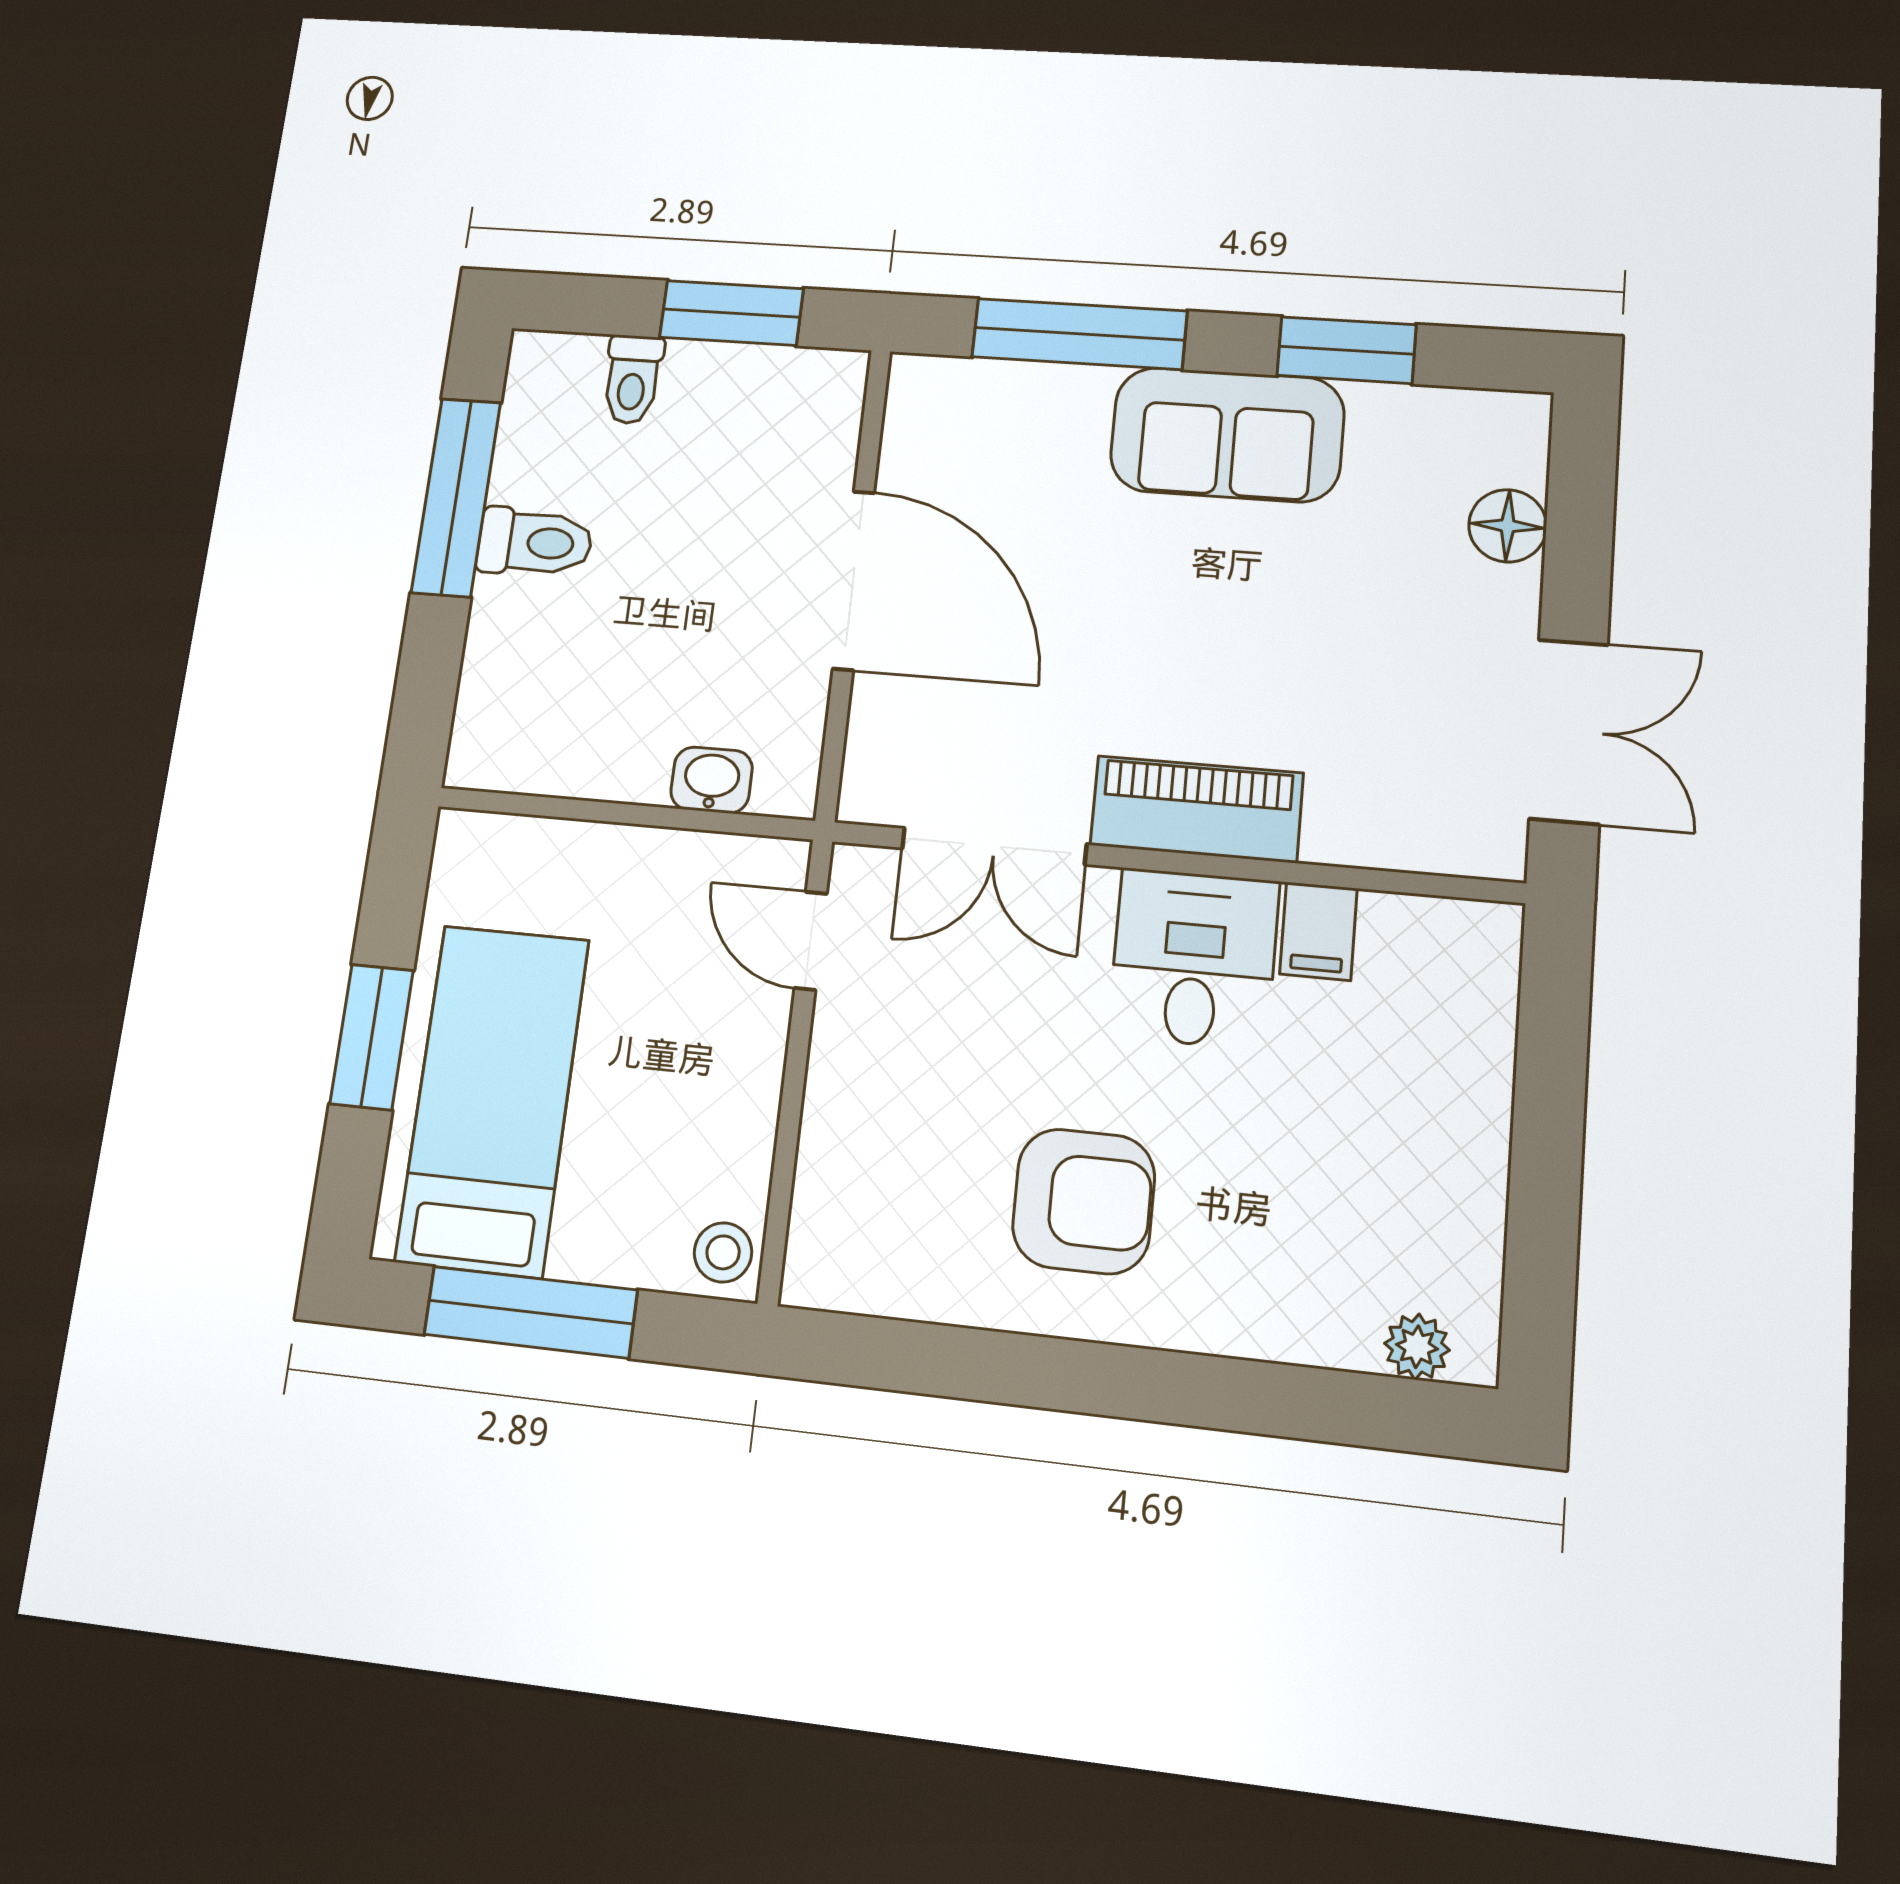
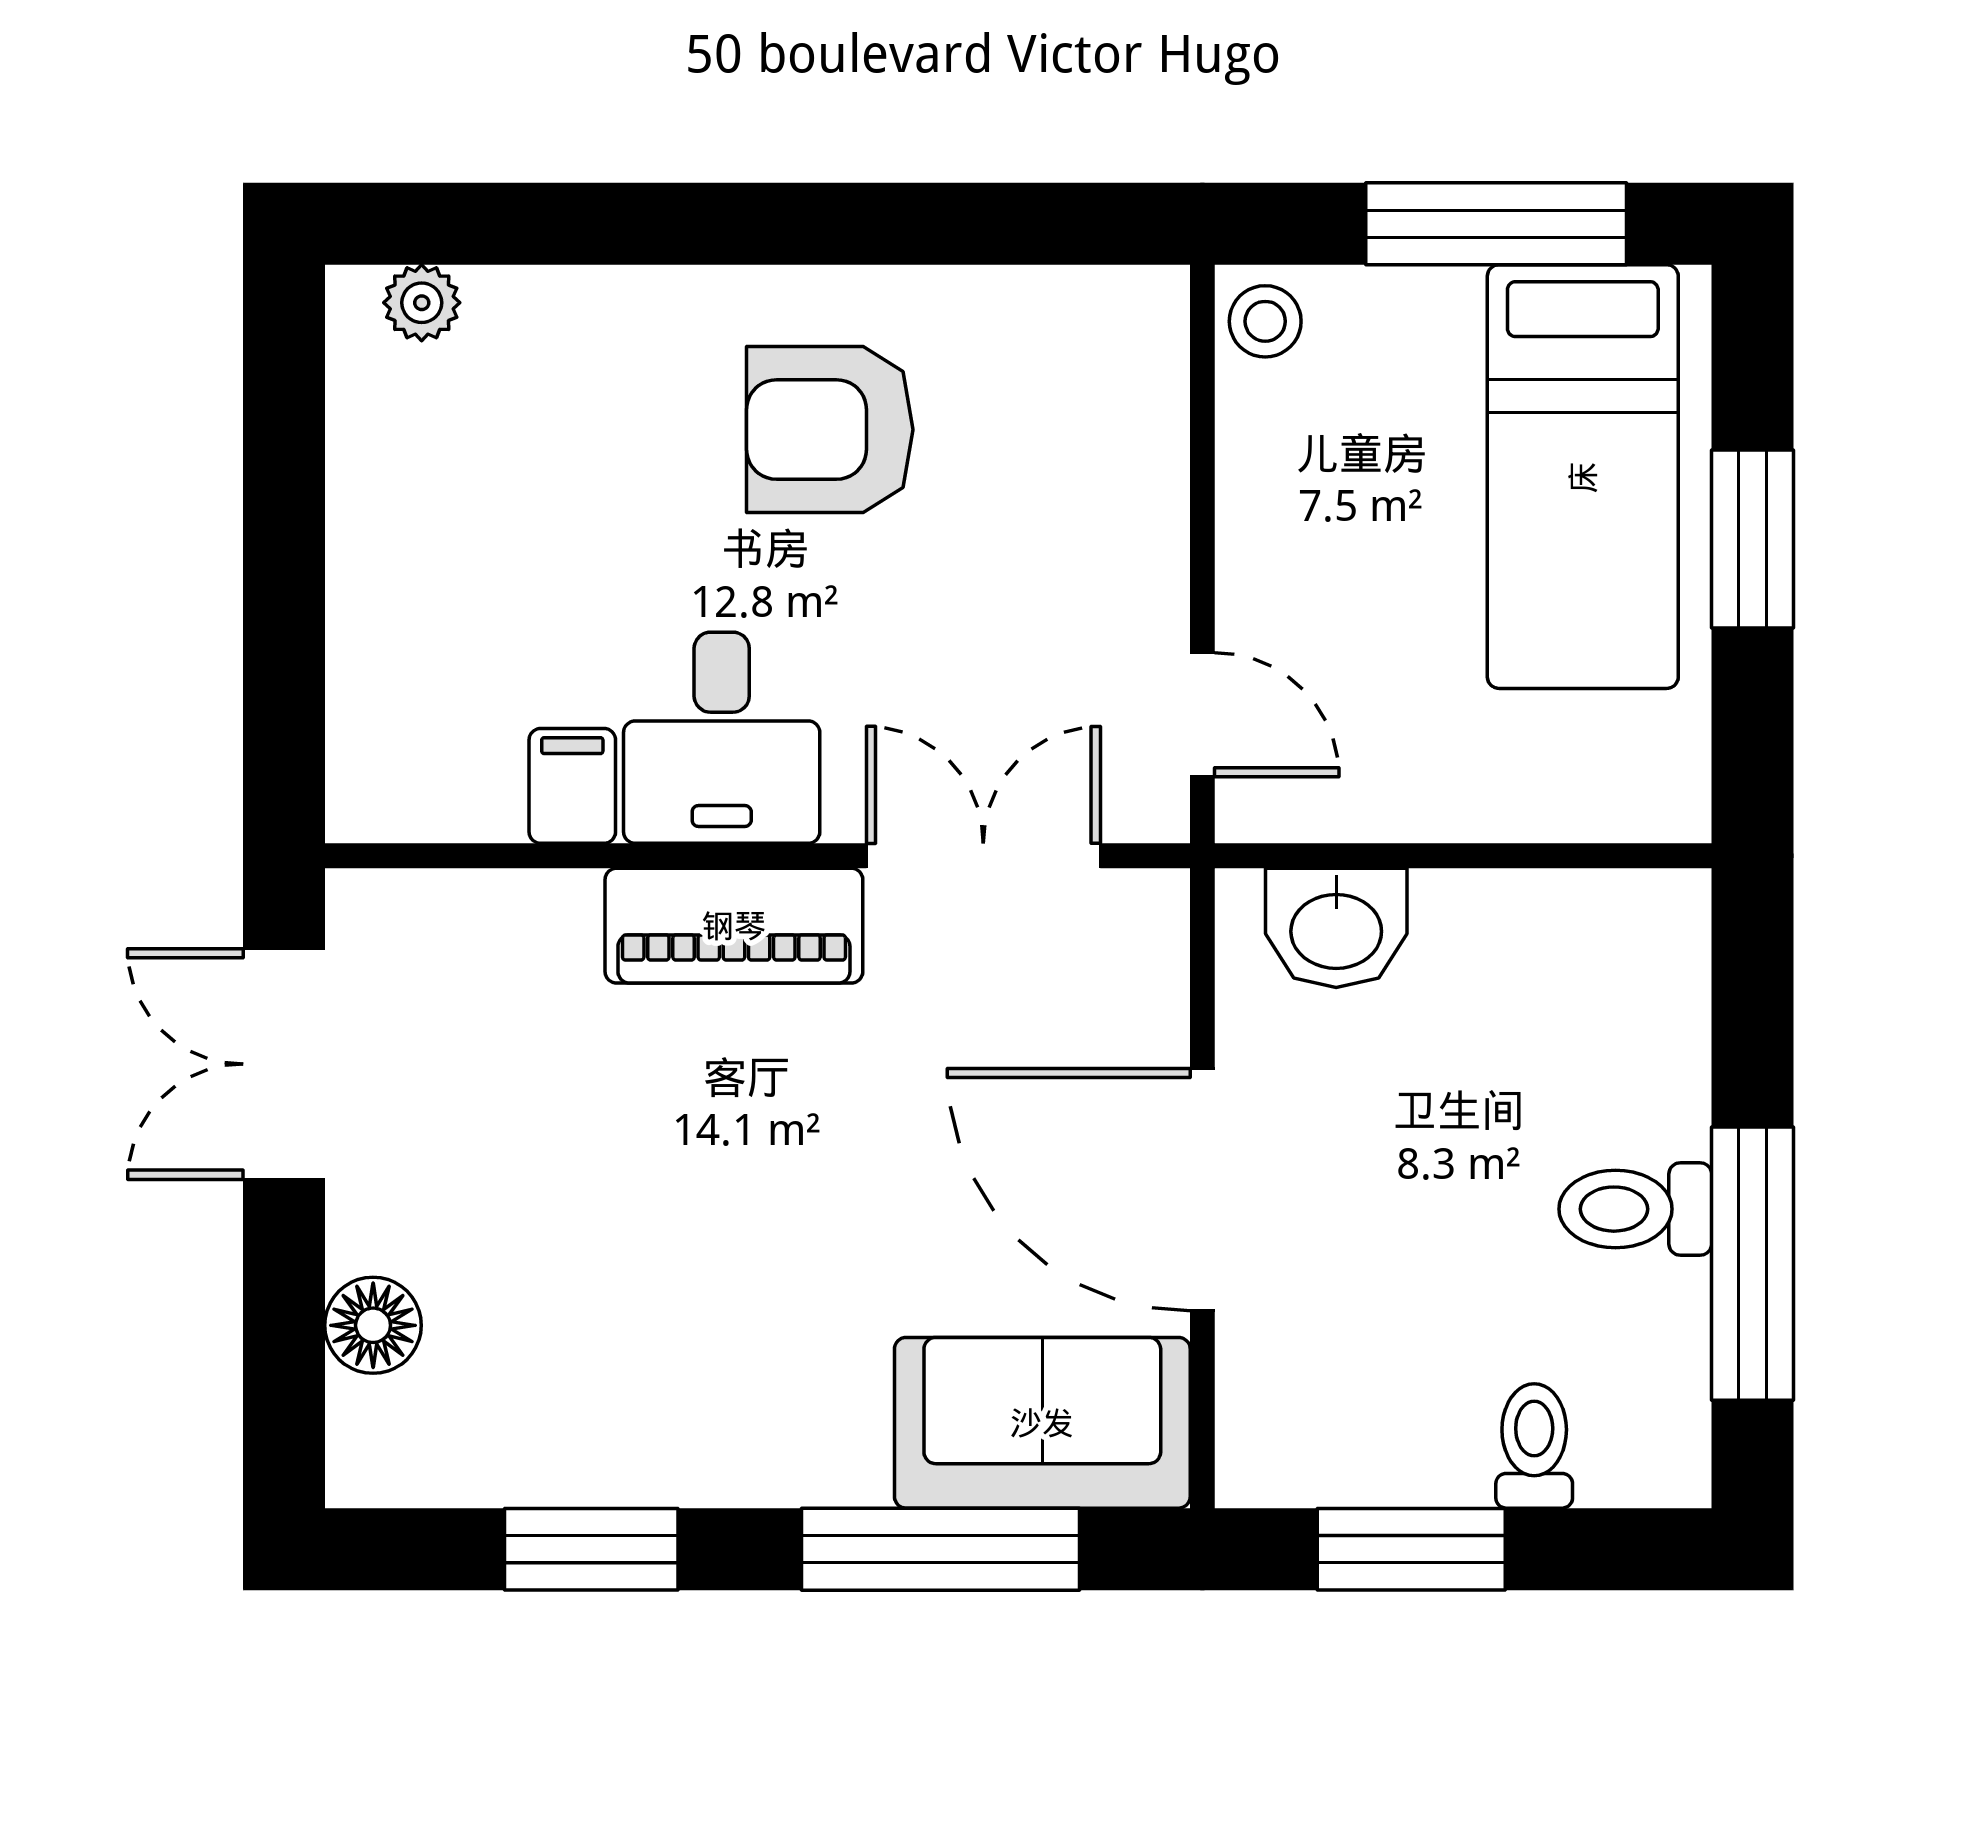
sofa: (1227, 435) -> (1042, 1423), moved
washbasin: (712, 780) -> (1336, 928), width x1.38, depth x1.45

